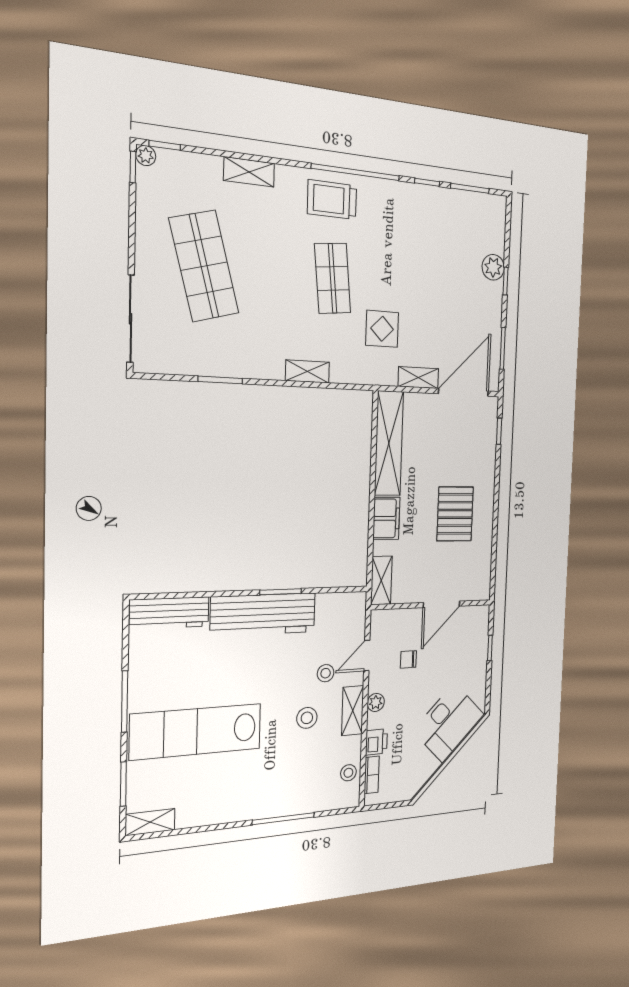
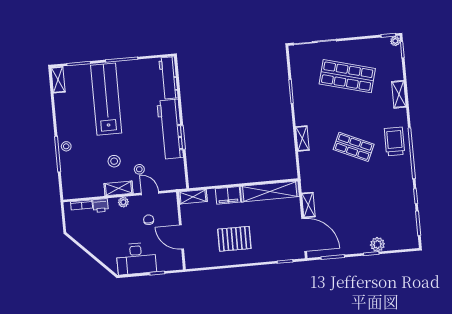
shop shelf: (204, 266) -> (347, 76), turned 30
shop shelf: (333, 278) -> (354, 147), turned 30
display table: (382, 329) -> (332, 179), removed
desk: (449, 723) -> (136, 259), moved, turned -45
stool: (348, 773) -> (66, 146), moved

